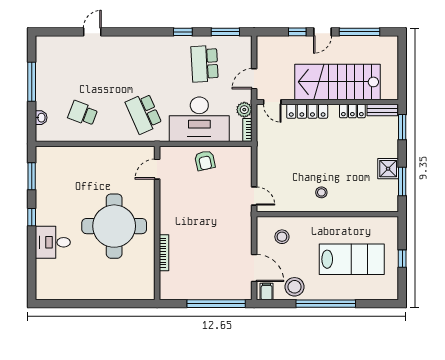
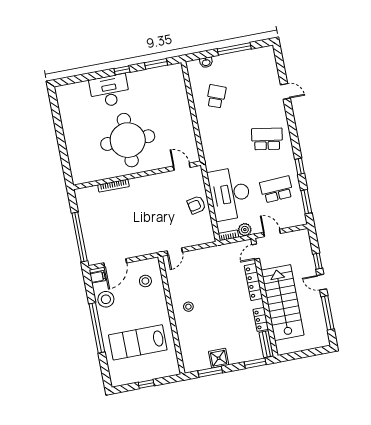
school desk: (144, 113) -> (267, 139), moved, turned 33
desk: (53, 242) -> (110, 91), width x1.37
lab bench: (352, 259) -> (138, 342), turned 90

